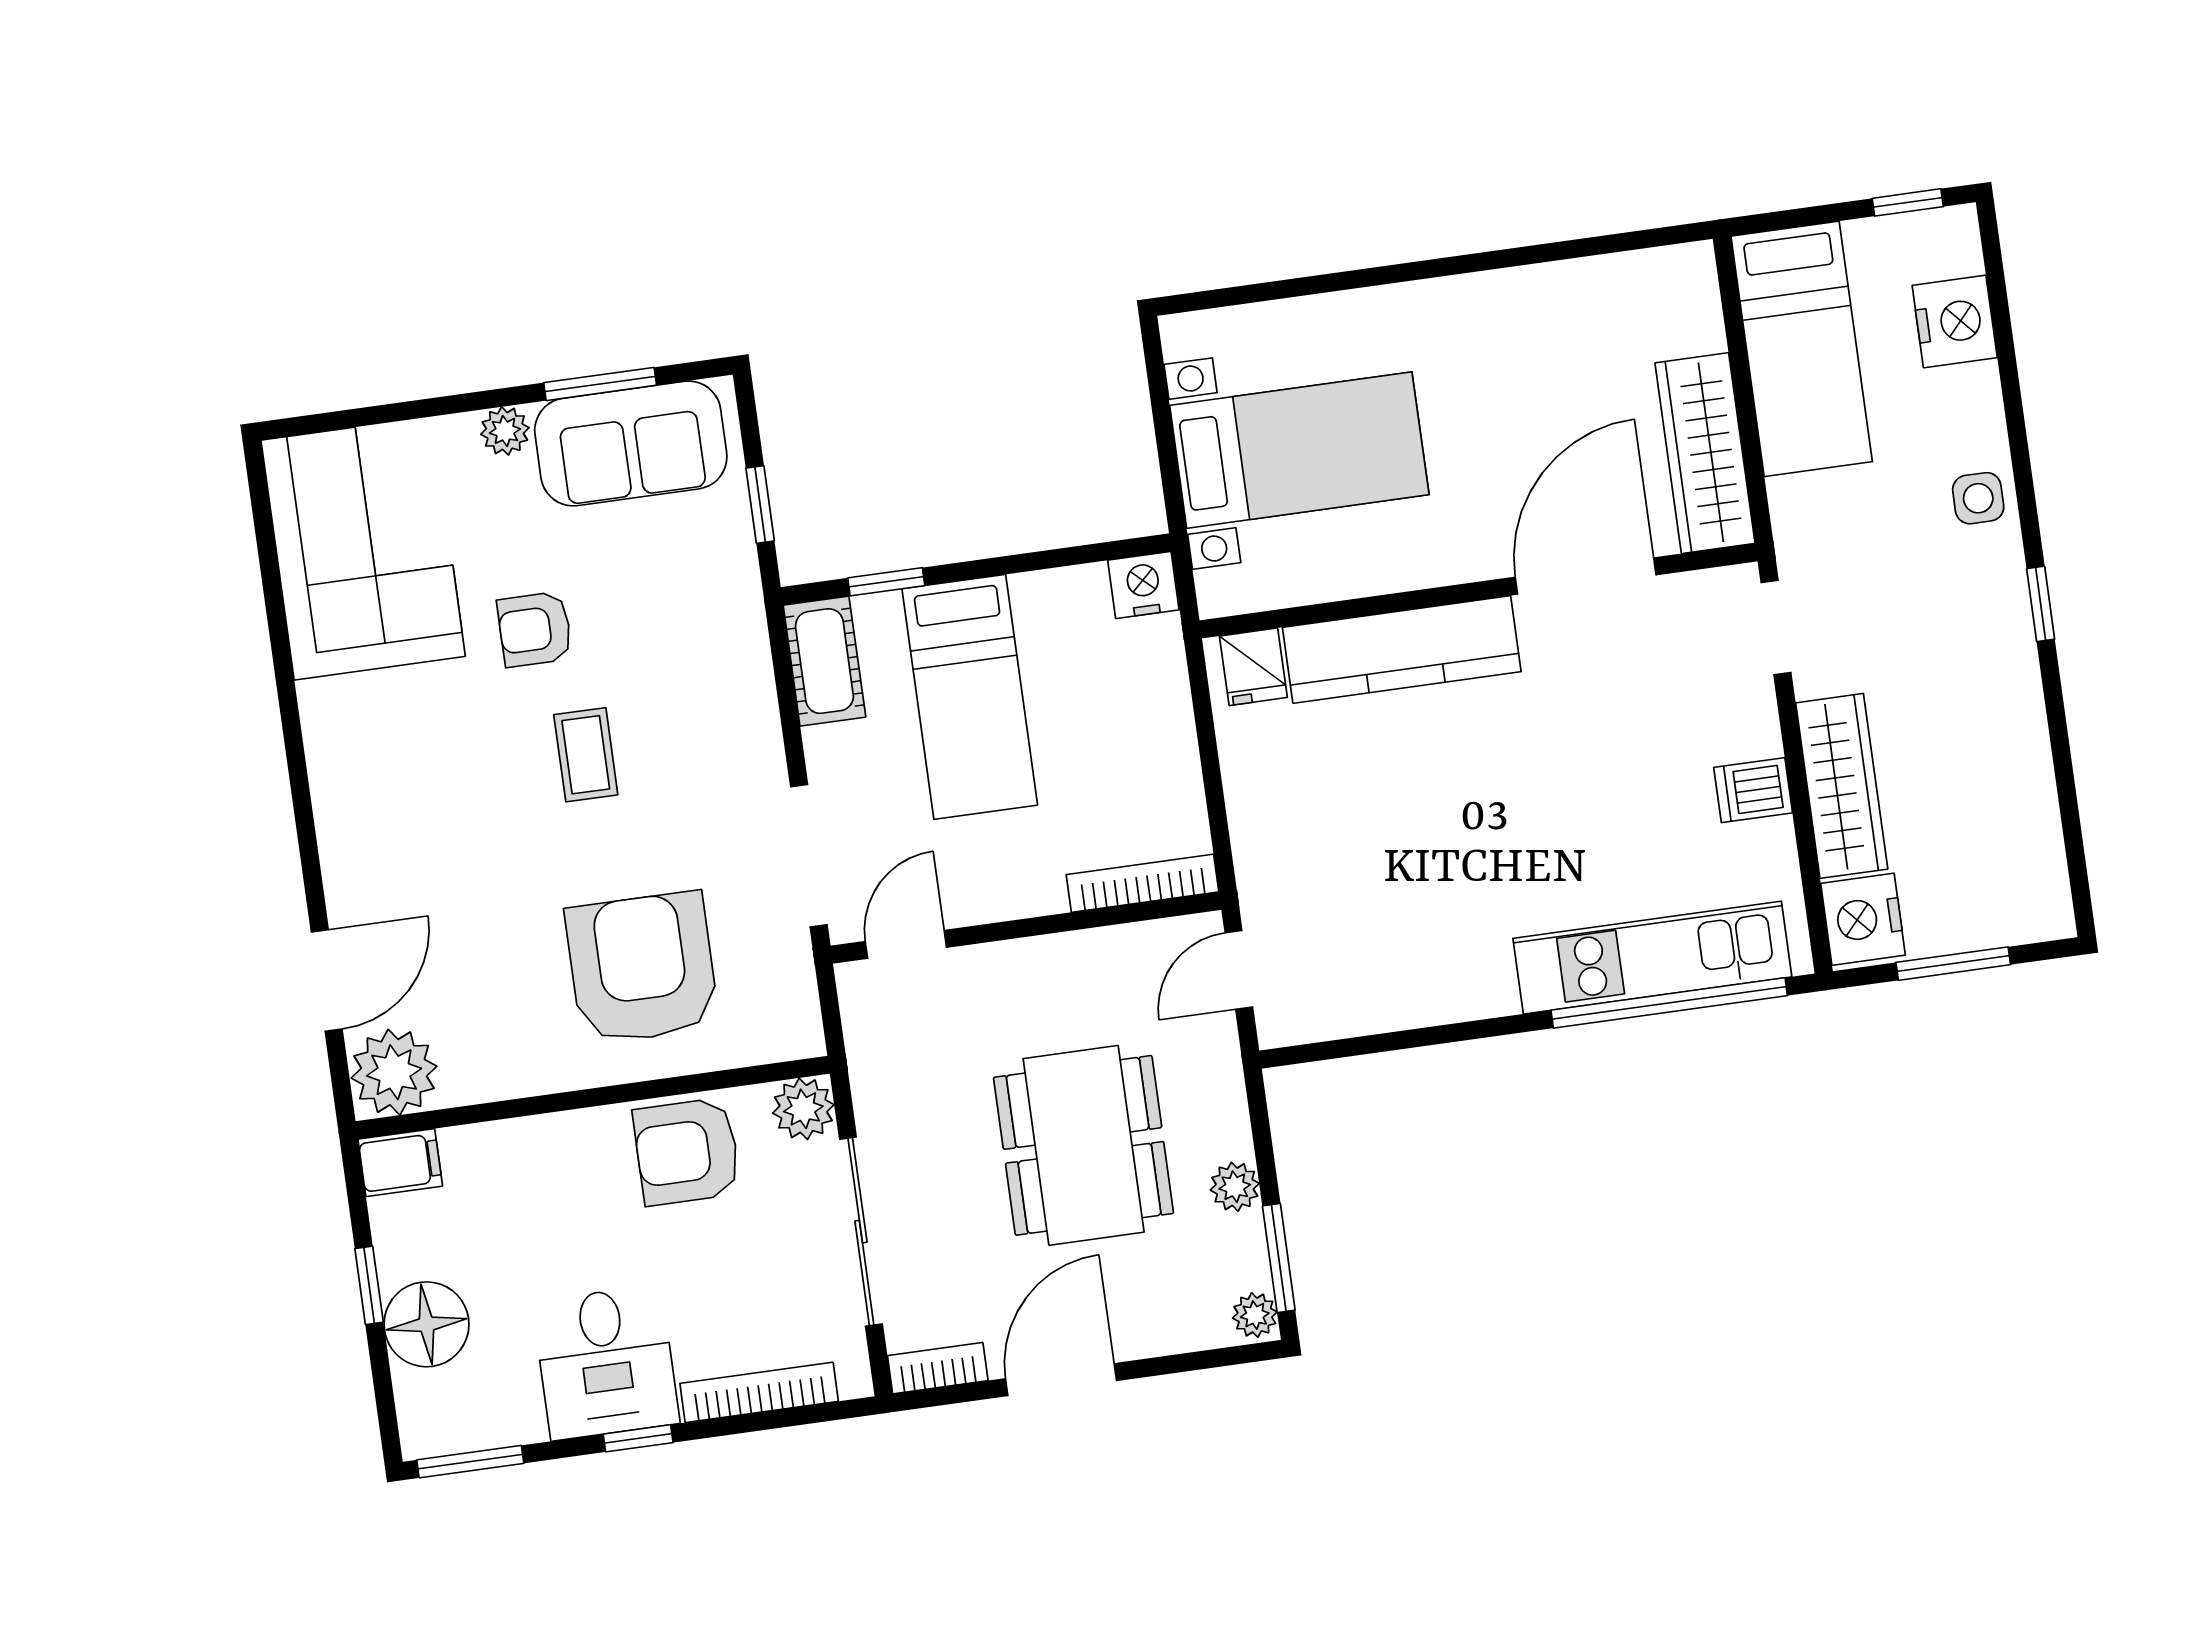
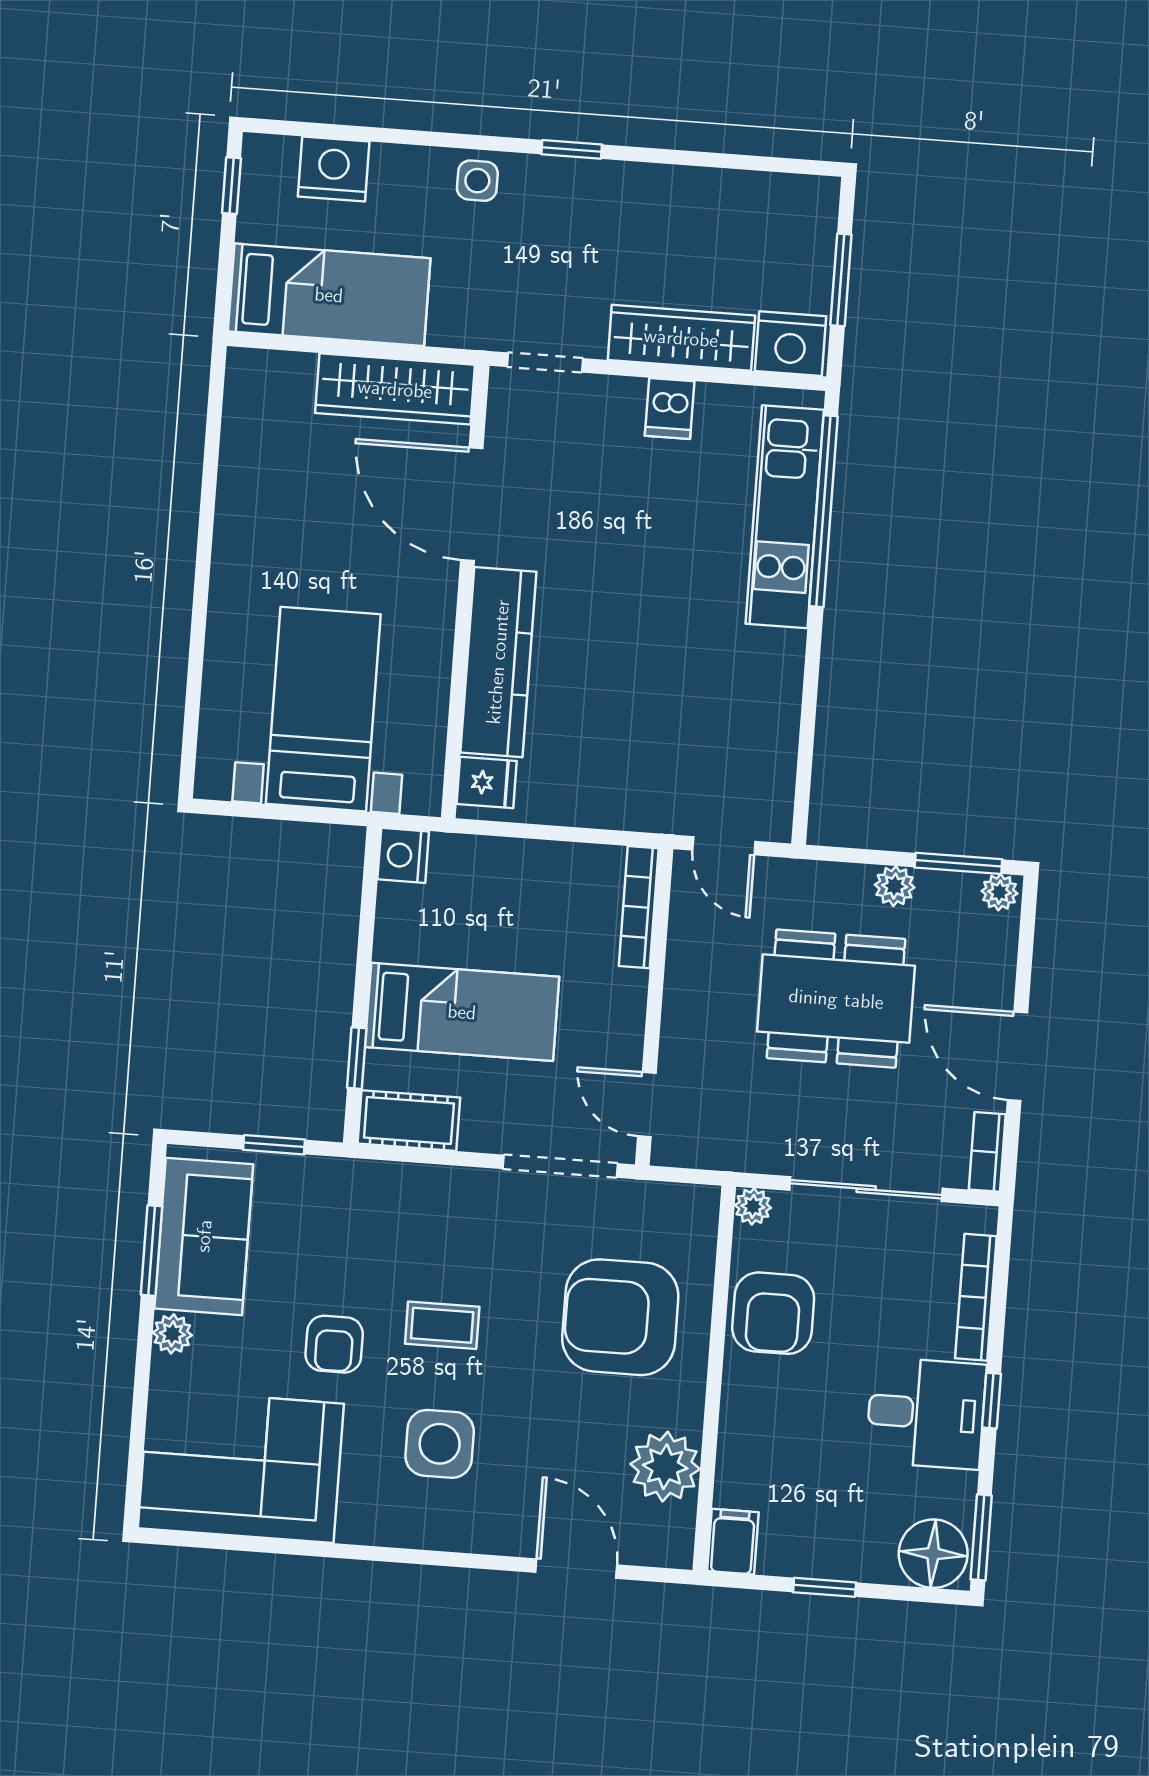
side table: (442, 783) -> (440, 1444), added
plant: (394, 1072) -> (665, 1467), moved
plant: (803, 1109) -> (753, 1206), width x0.73, depth x0.73
floor lamp: (426, 1324) -> (933, 1554), moved

